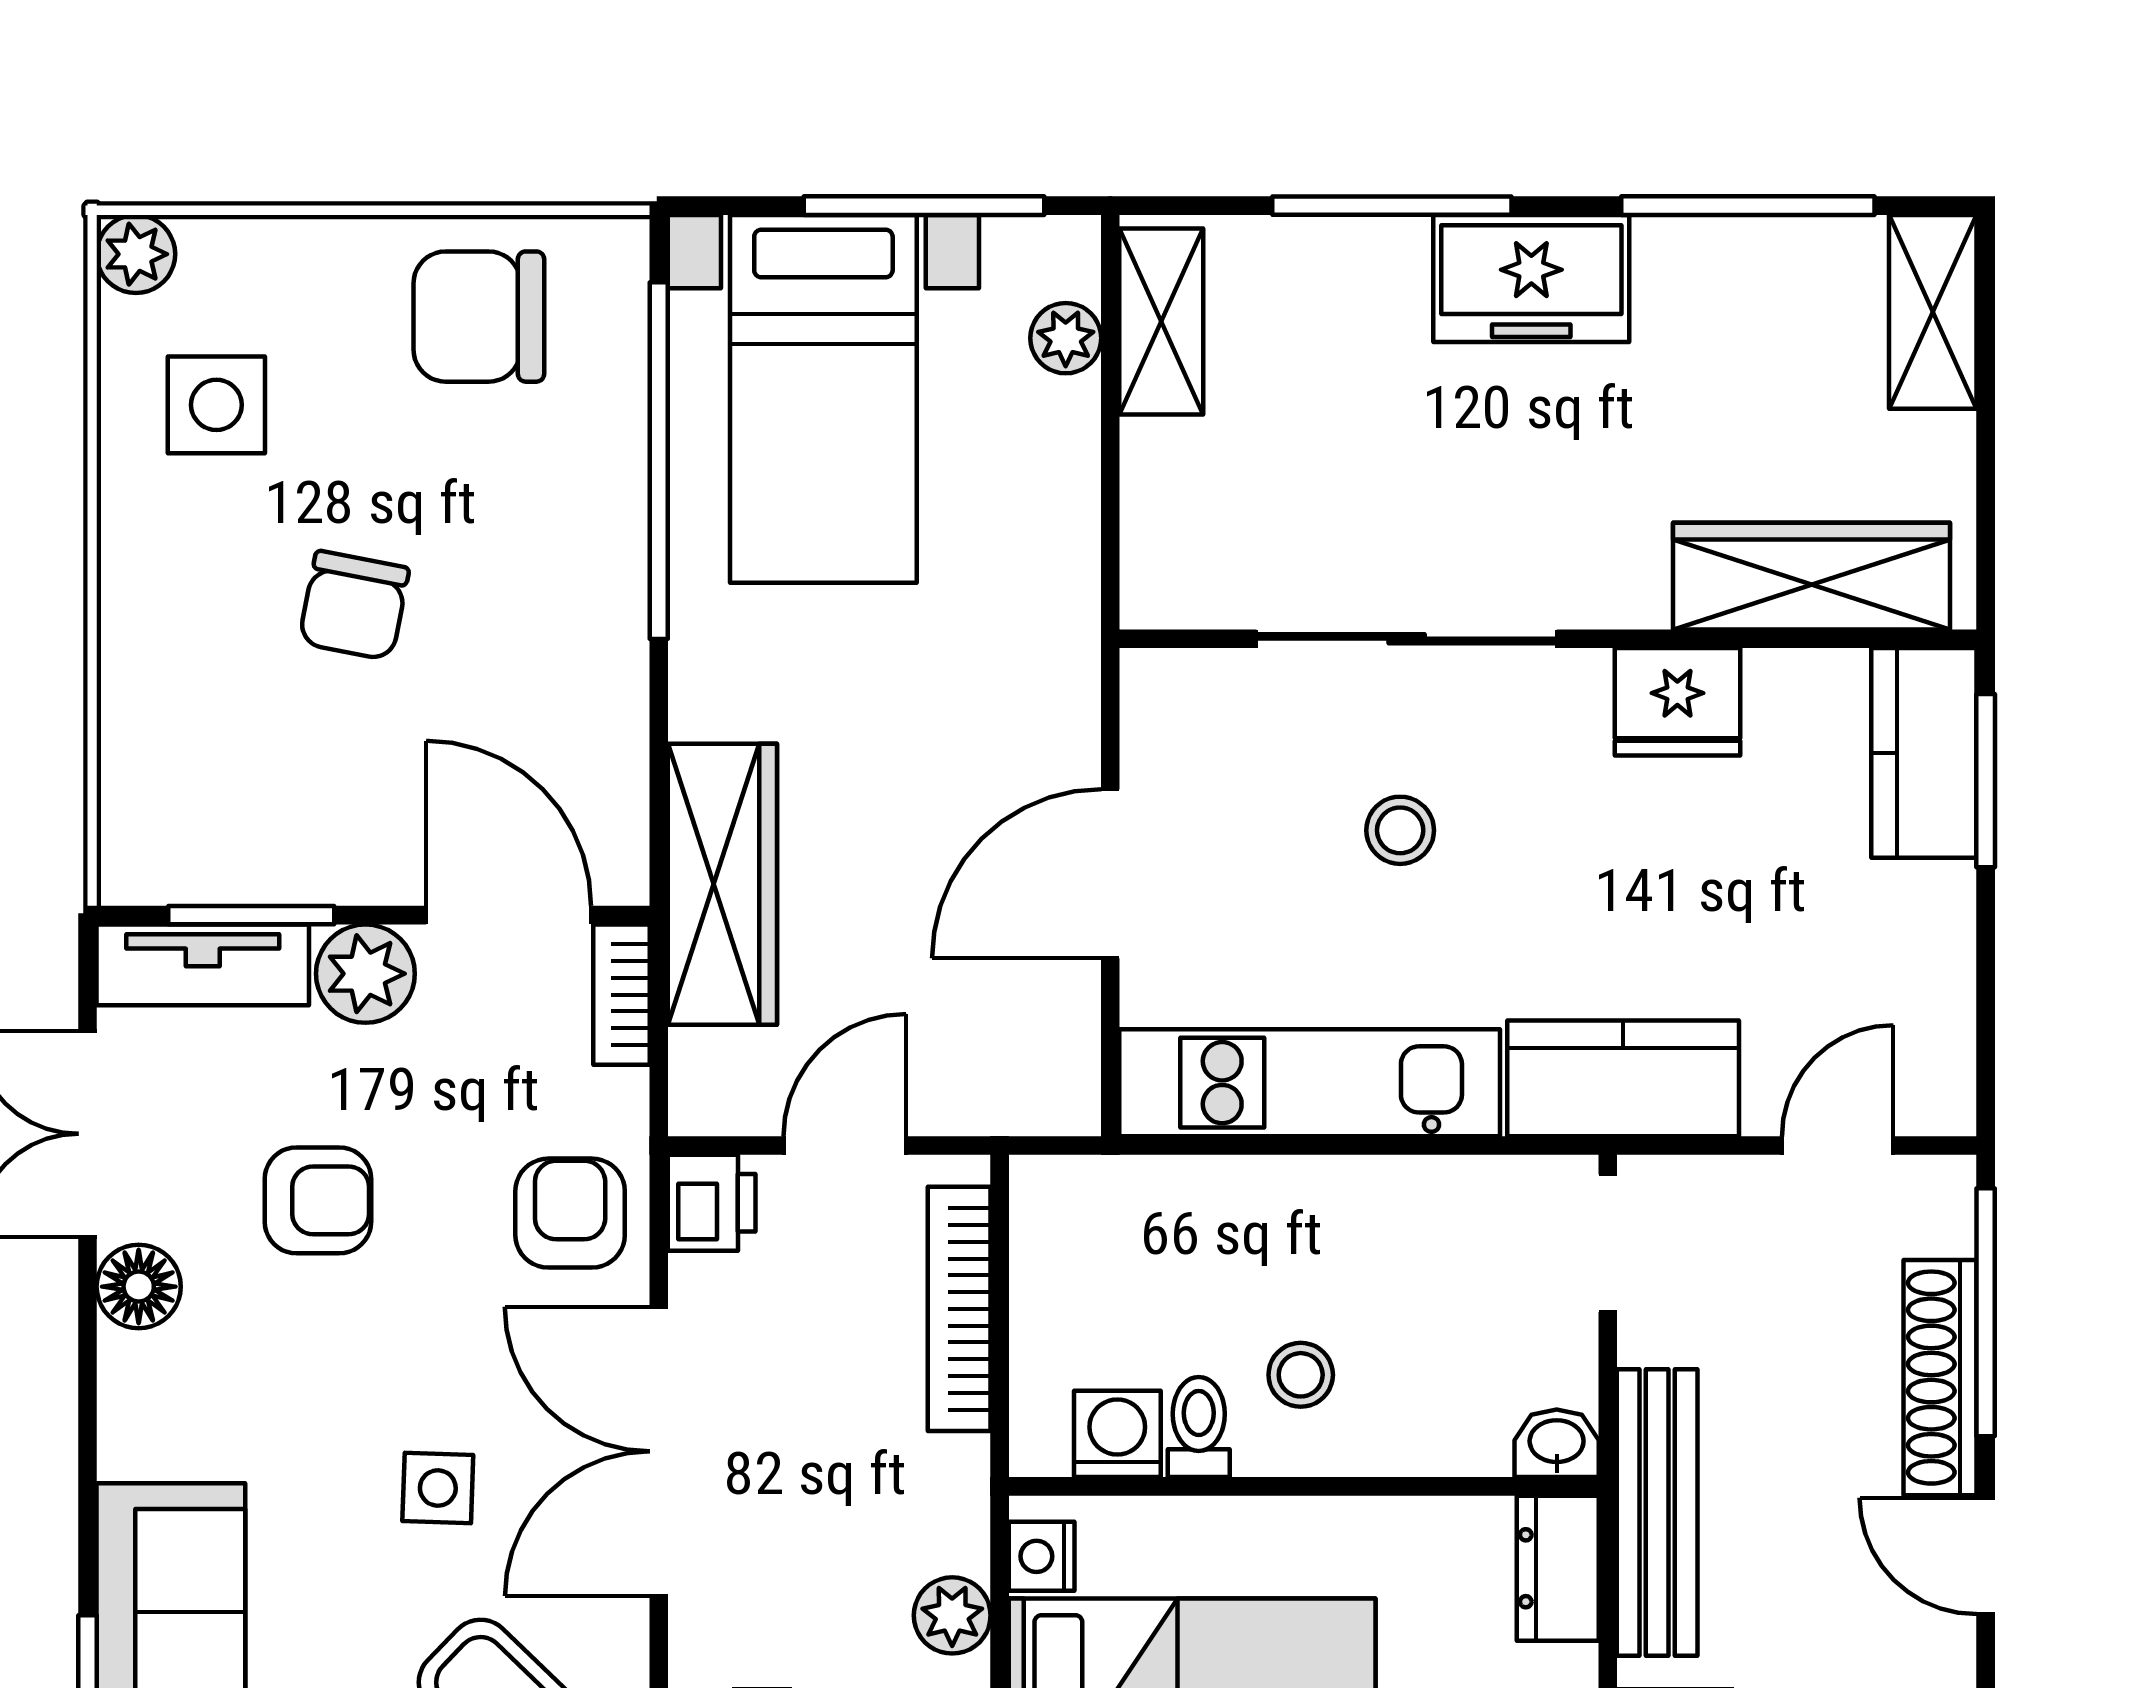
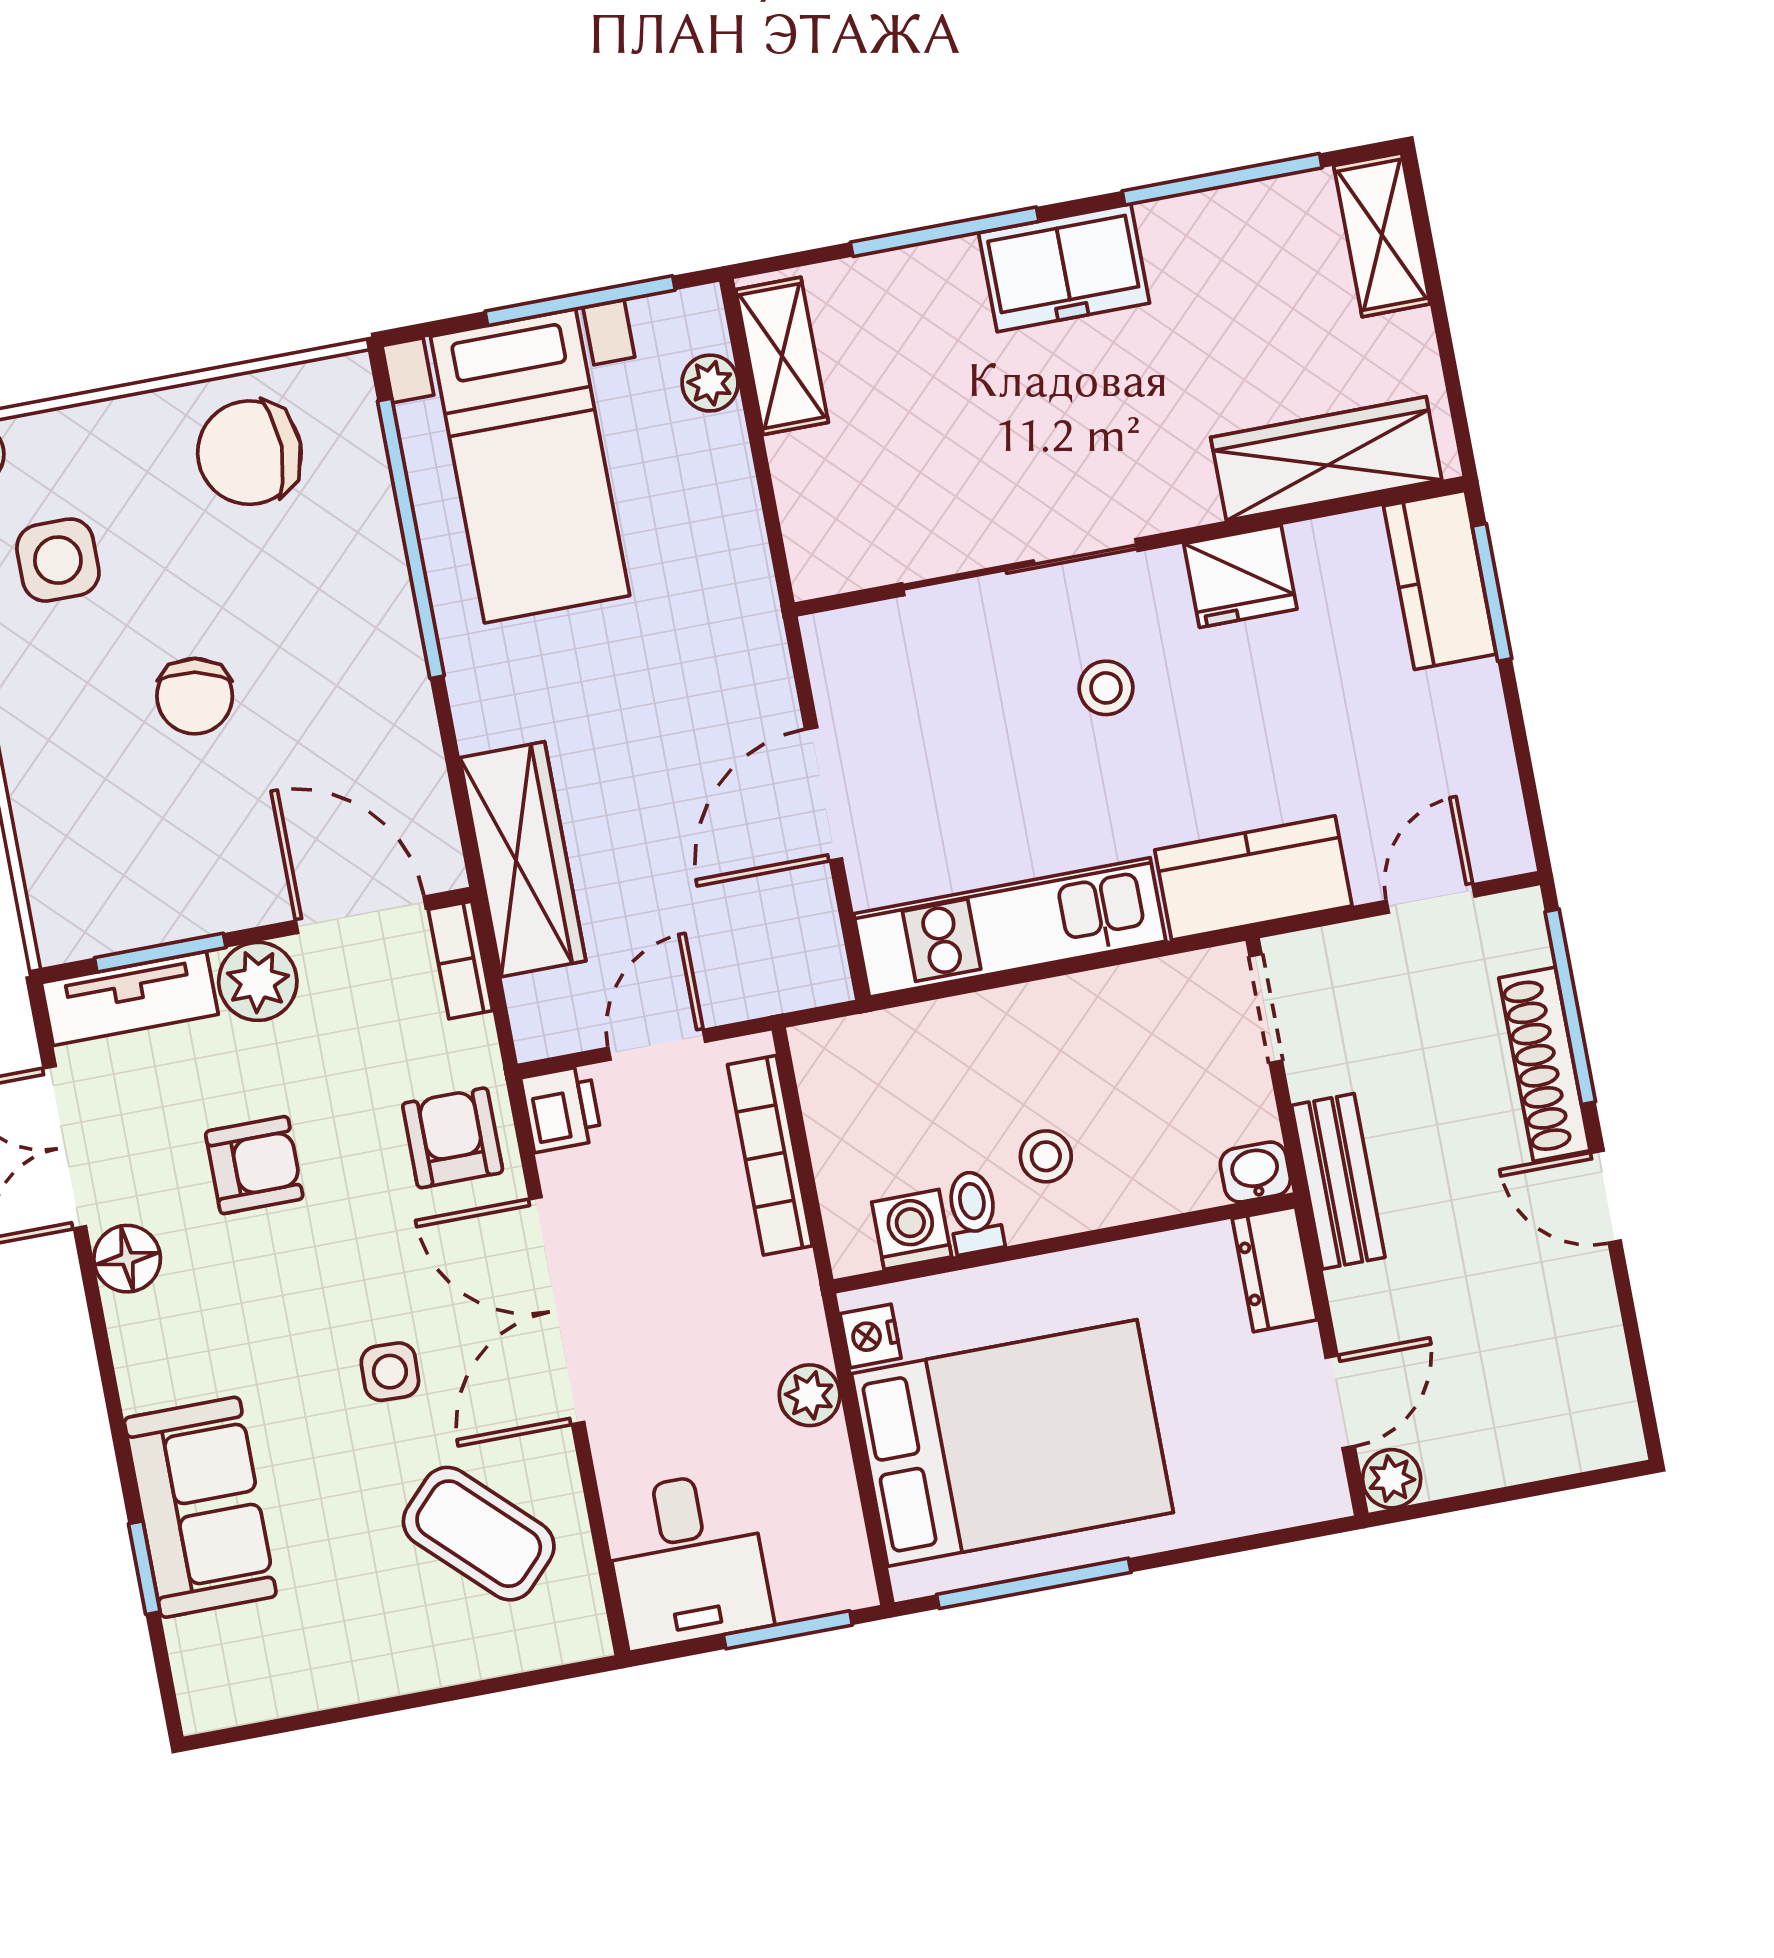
stool: (1400, 830) -> (1106, 688), moved
bench: (1657, 1512) -> (1338, 1181), width x0.73

